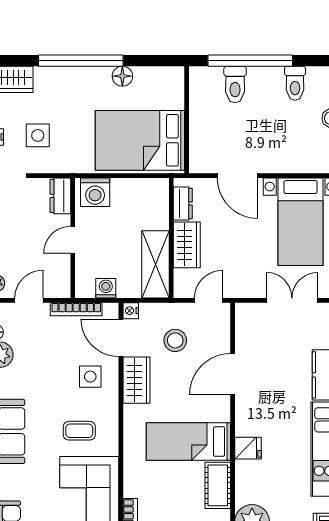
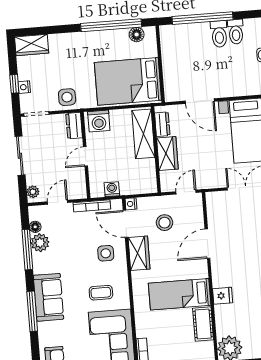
window: (81, 61) -> (111, 25), moved
floor lamp: (122, 76) -> (137, 35), moved
toilet: (235, 84) -> (219, 34), moved
side table: (38, 135) -> (67, 97), moved
shelving: (156, 264) -> (143, 134), moved

